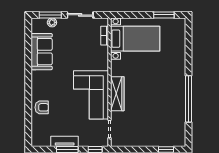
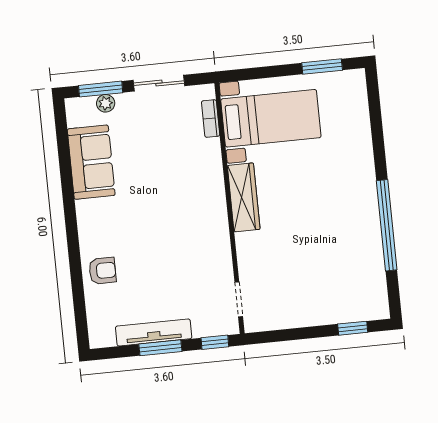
wardrobe: (117, 94) -> (244, 197), moved
corner sofa: (91, 95) -> (196, 237), removed
tv unit: (65, 141) -> (154, 332), width x1.41

